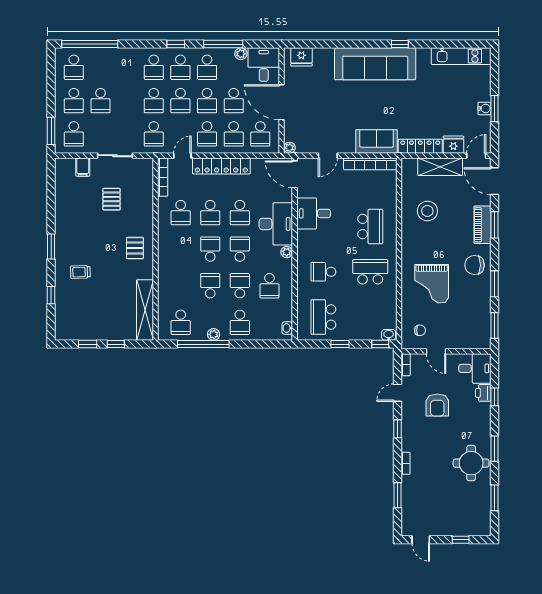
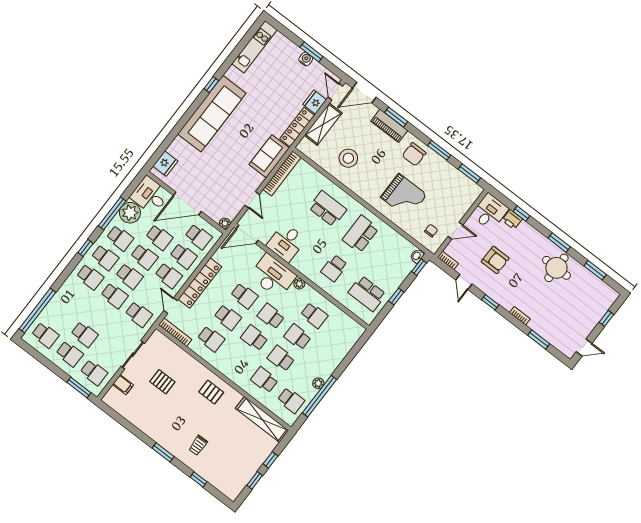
plant: (241, 54) -> (130, 213), width x1.87, depth x1.87
school desk: (240, 322) -> (264, 380), moved, turned 180
washbasin: (287, 328) -> (355, 326), removed

